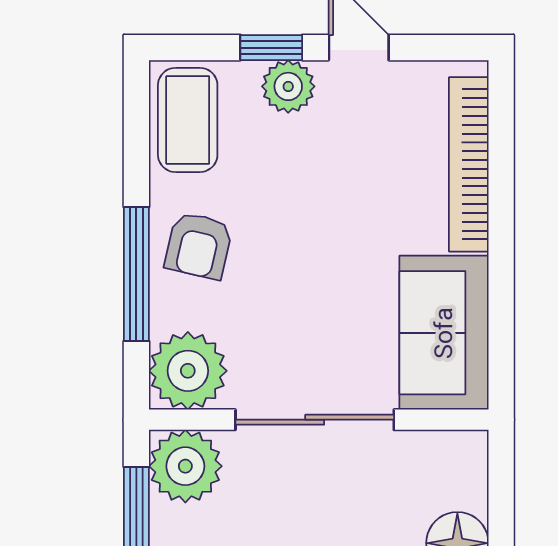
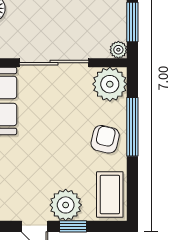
plant: (288, 86) -> (66, 205), width x1.36, depth x1.36
plant: (185, 466) -> (118, 50), width x0.53, depth x0.53

